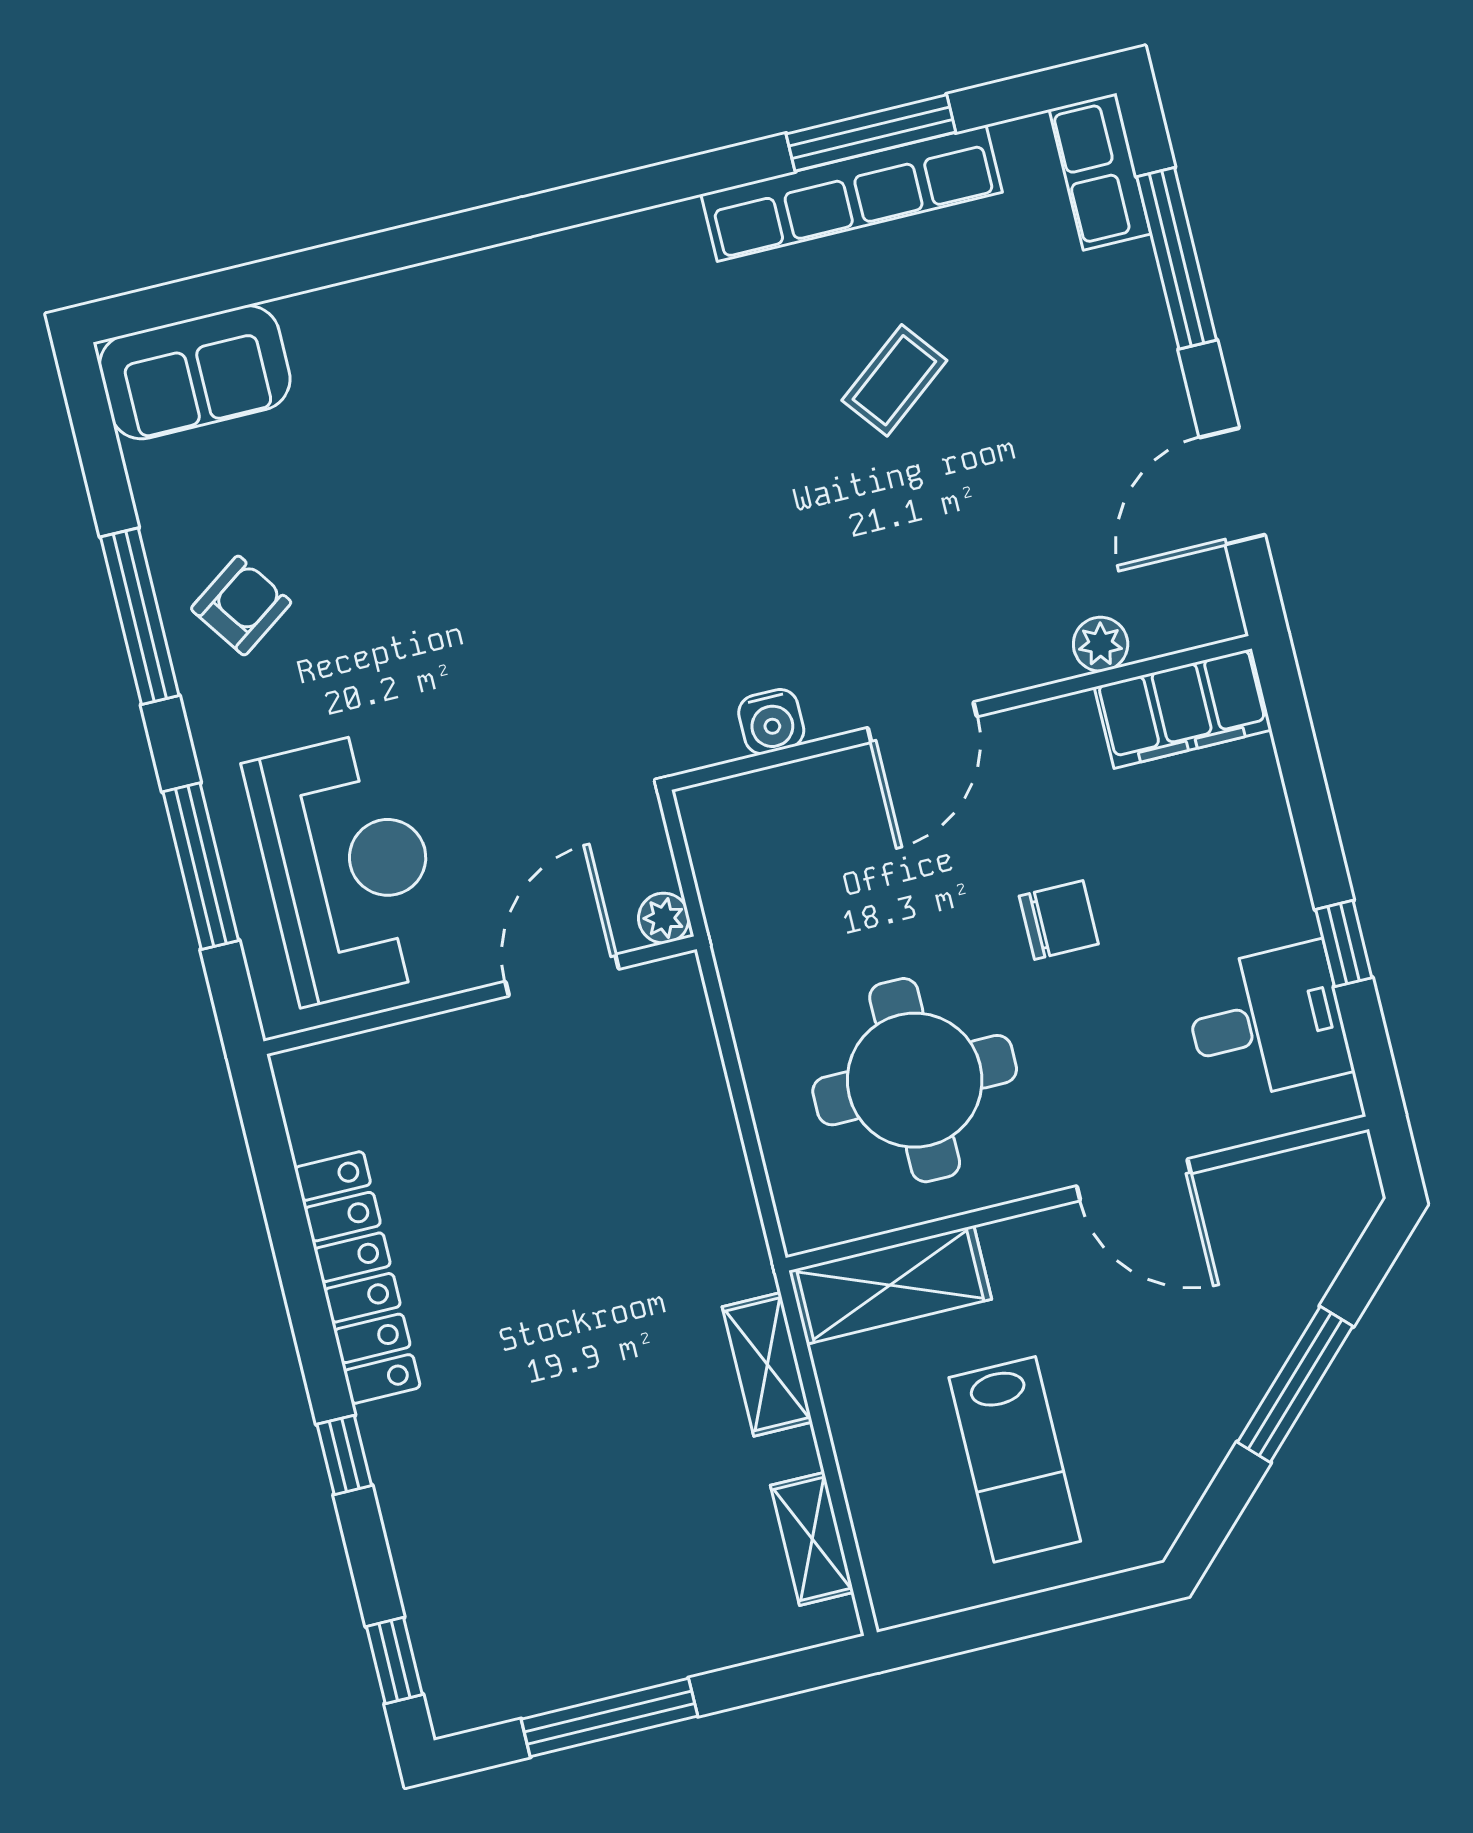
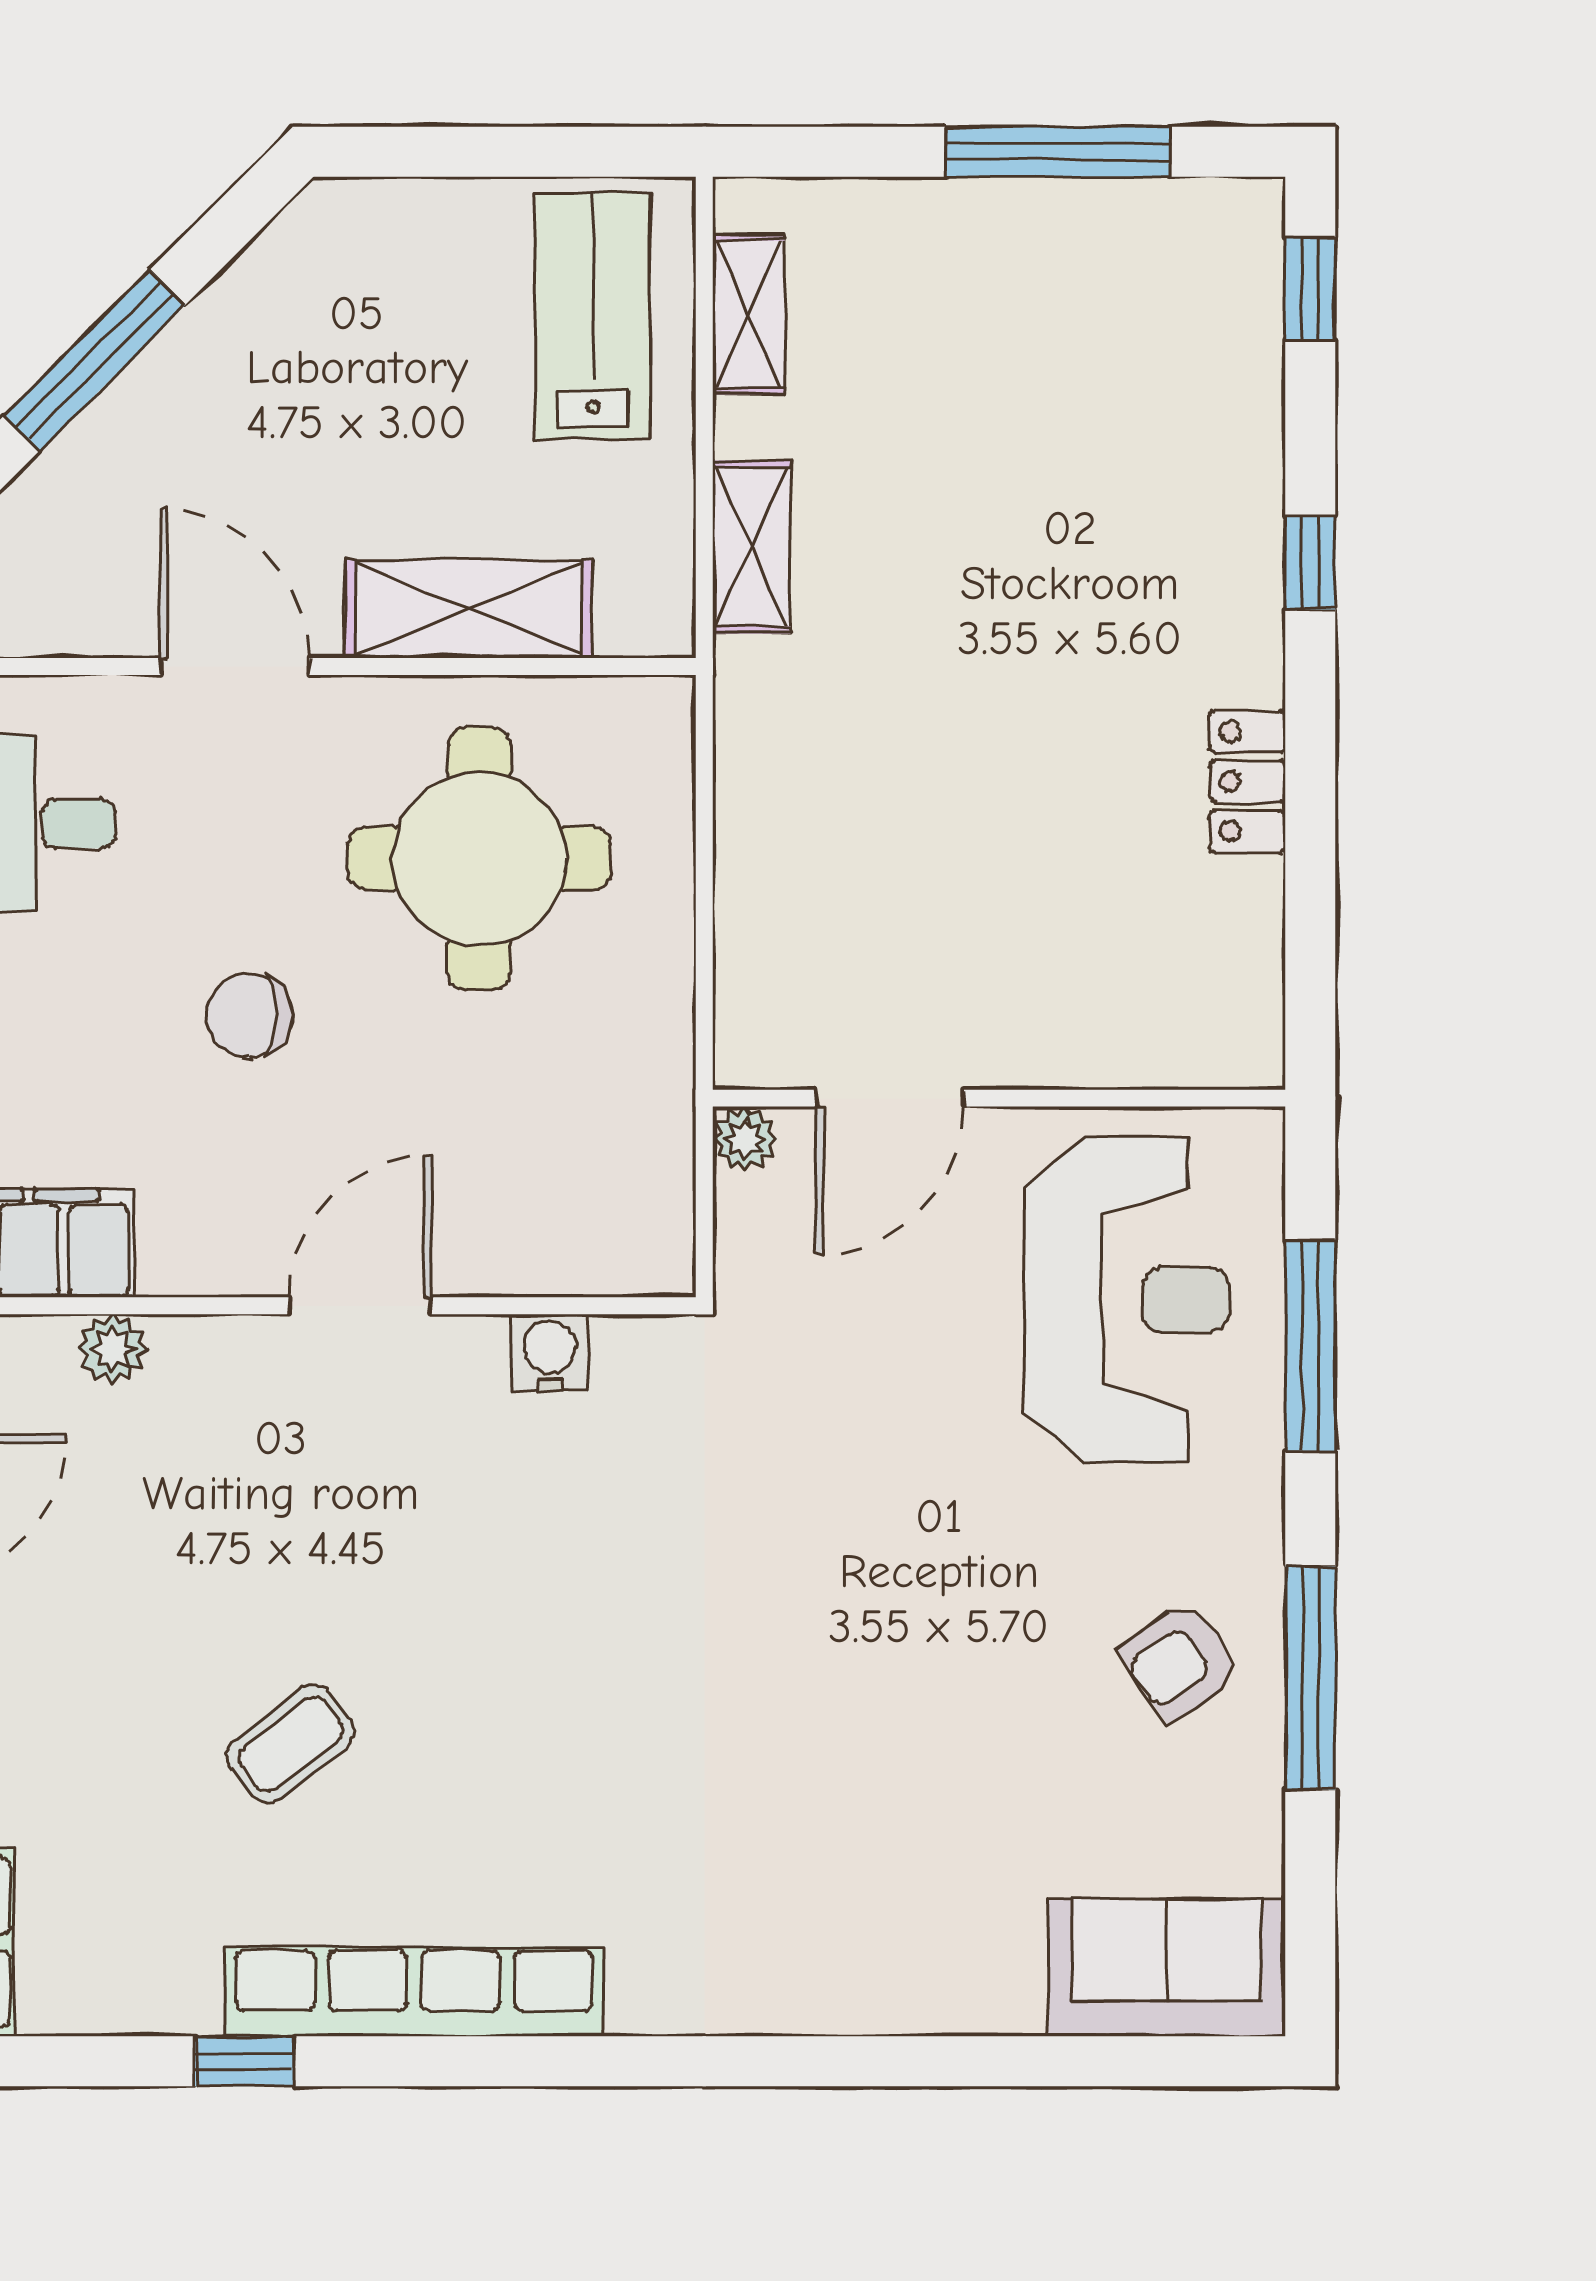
window: (871, 133) -> (244, 2061), width x0.46
row of seats: (852, 193) -> (414, 1991), moved
reception desk: (347, 867) -> (1126, 1300), turned 180
locker: (357, 1277) -> (1247, 781), width x0.46, depth x0.83
shelving: (890, 1285) -> (469, 609), moved
lab bench: (1015, 1459) -> (593, 316), moved

